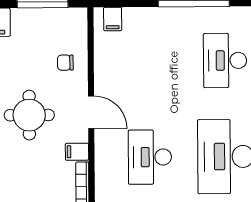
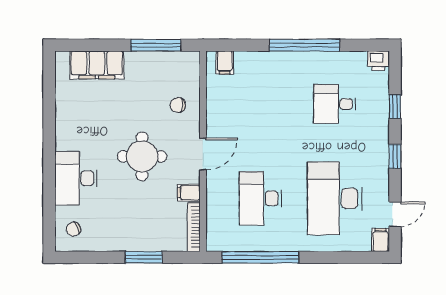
desk: (225, 60) -> (335, 104), width x0.73
door: (91, 112) -> (203, 154), hinge flipped

